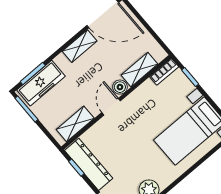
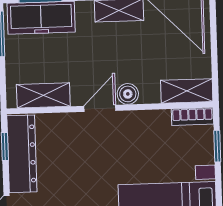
shelving: (139, 70) -> (187, 91), moved

